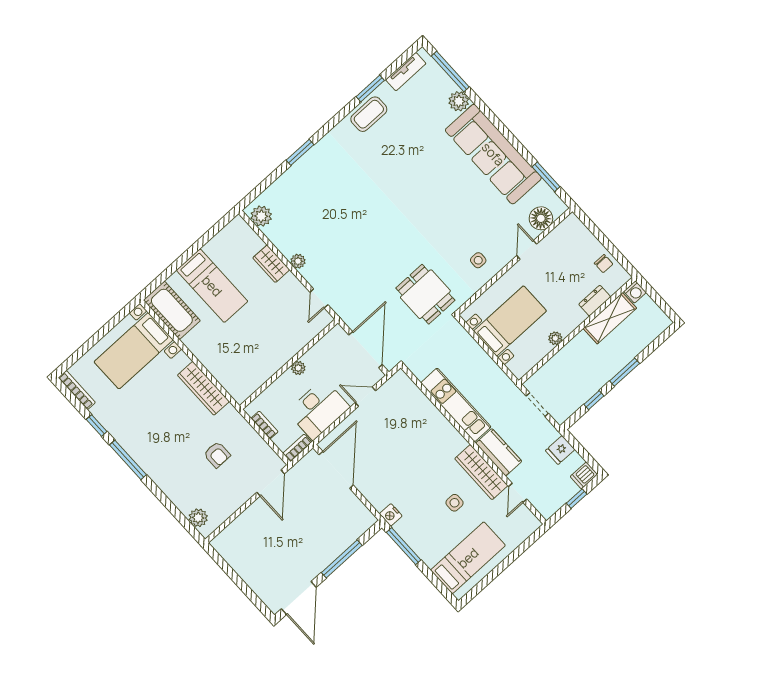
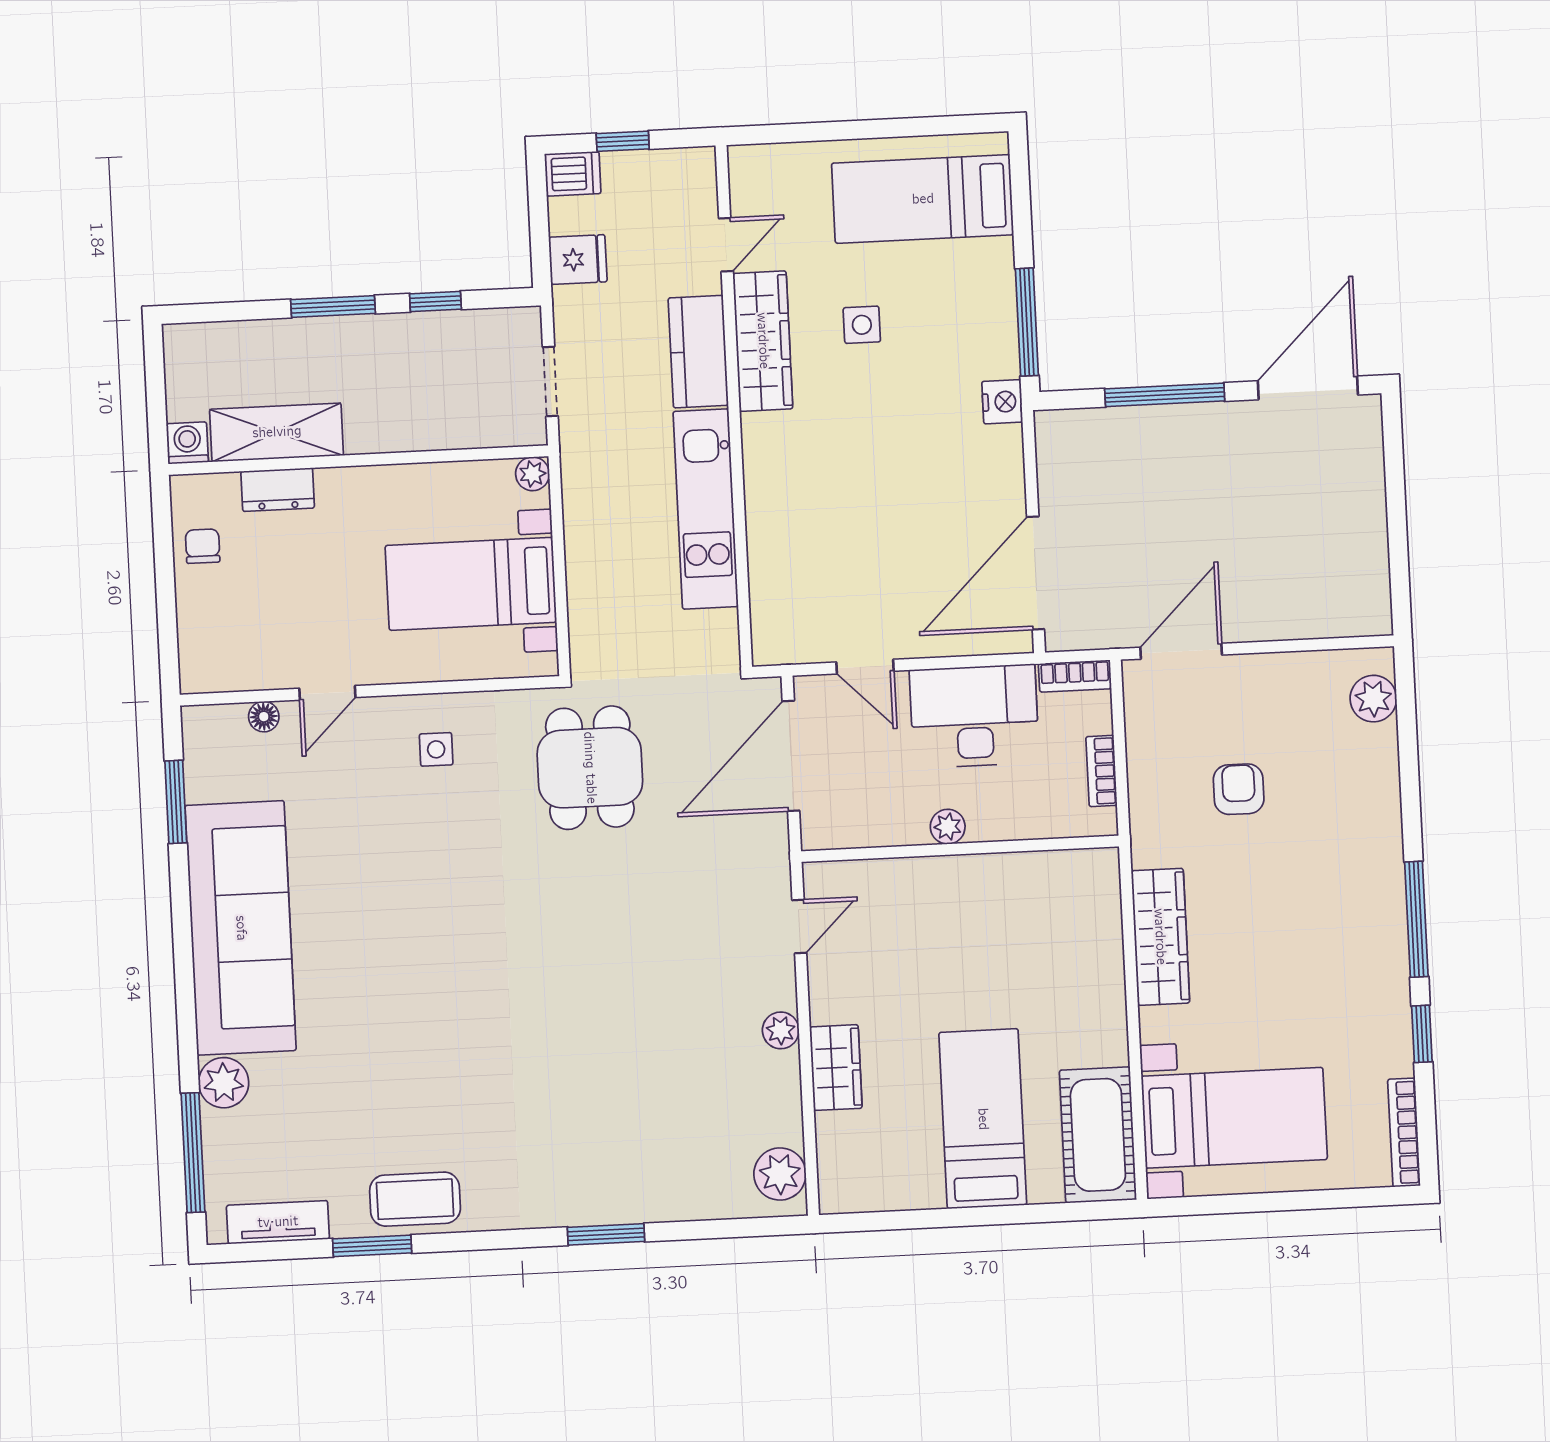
floor lamp: (541, 218) -> (264, 717), width x0.53, depth x0.53
plant: (555, 338) -> (533, 474), moved

